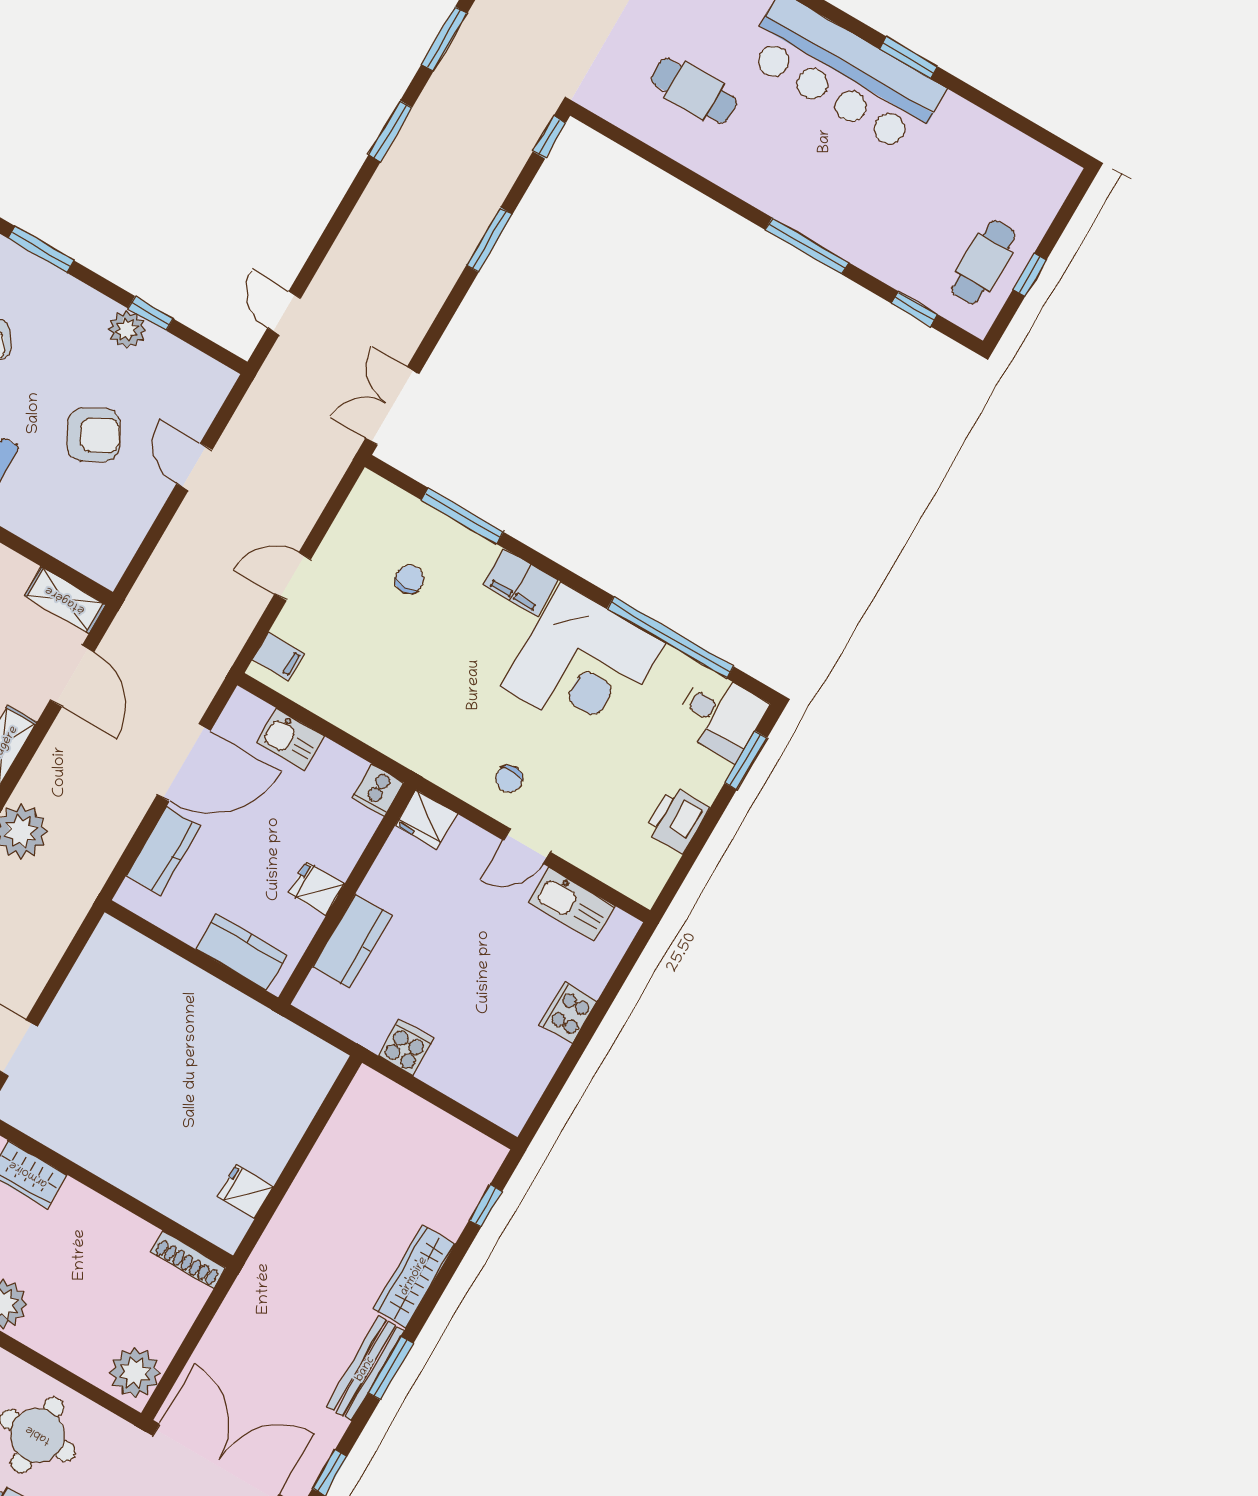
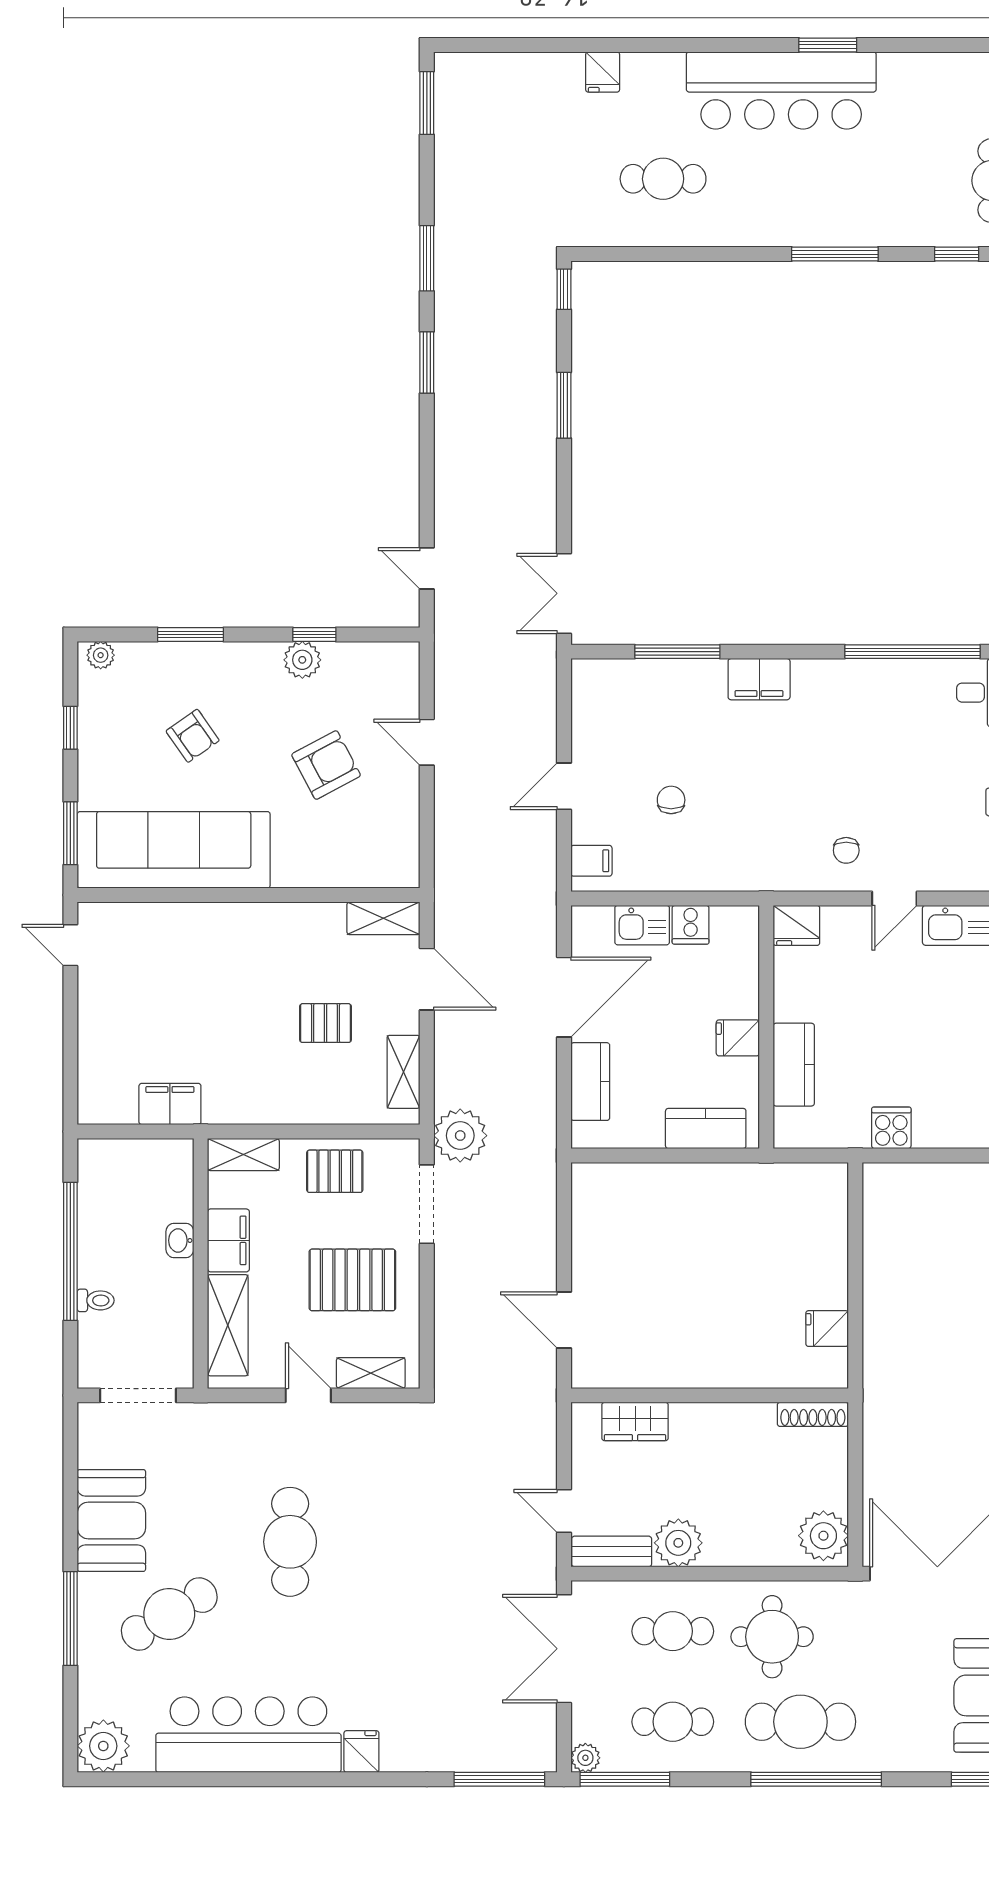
chair: (409, 579) -> (671, 800), moved
corner desk: (583, 665) -> (852, 718), removed
cooker: (378, 790) -> (691, 925), moved

